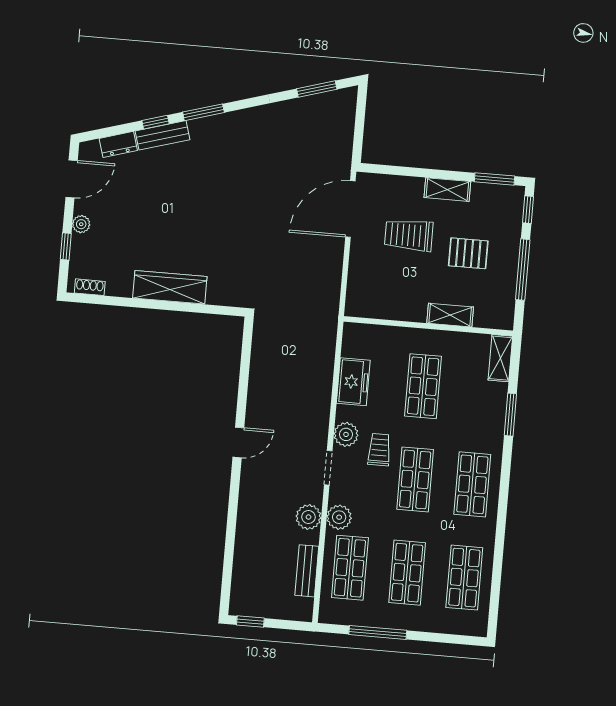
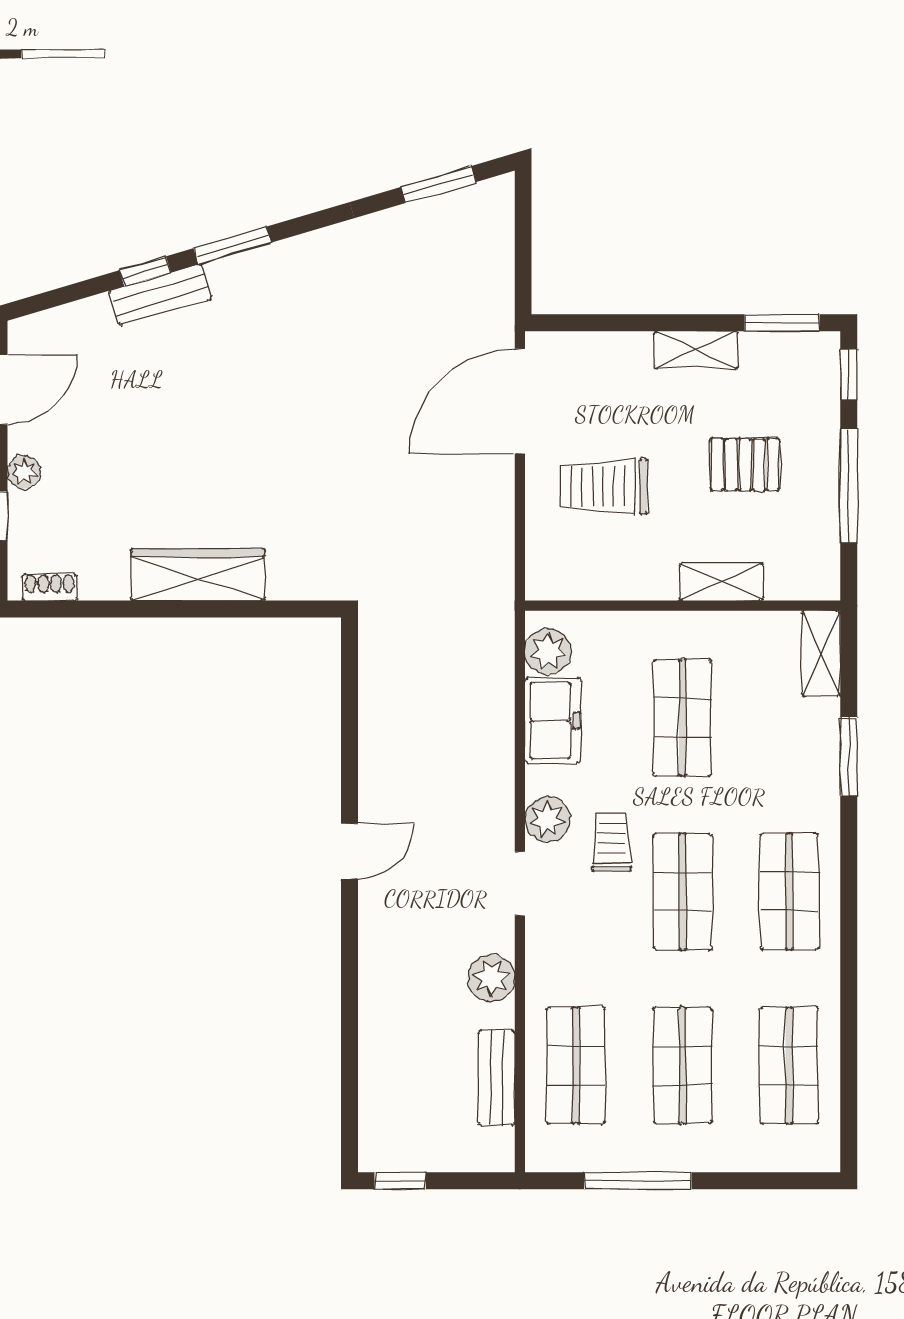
dresser: (118, 144) -> (80, 318), removed
trolley: (409, 235) -> (604, 486), moved
plant: (339, 517) -> (548, 652), moved

